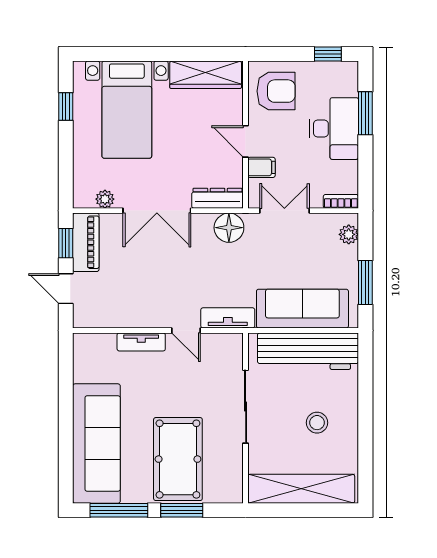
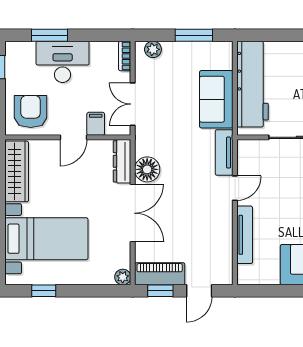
plant: (105, 199) -> (123, 277), moved
floor lamp: (229, 228) -> (147, 169), moved
sofa: (302, 309) -> (216, 99), width x0.73
tv unit: (141, 342) -> (245, 235), width x1.41

